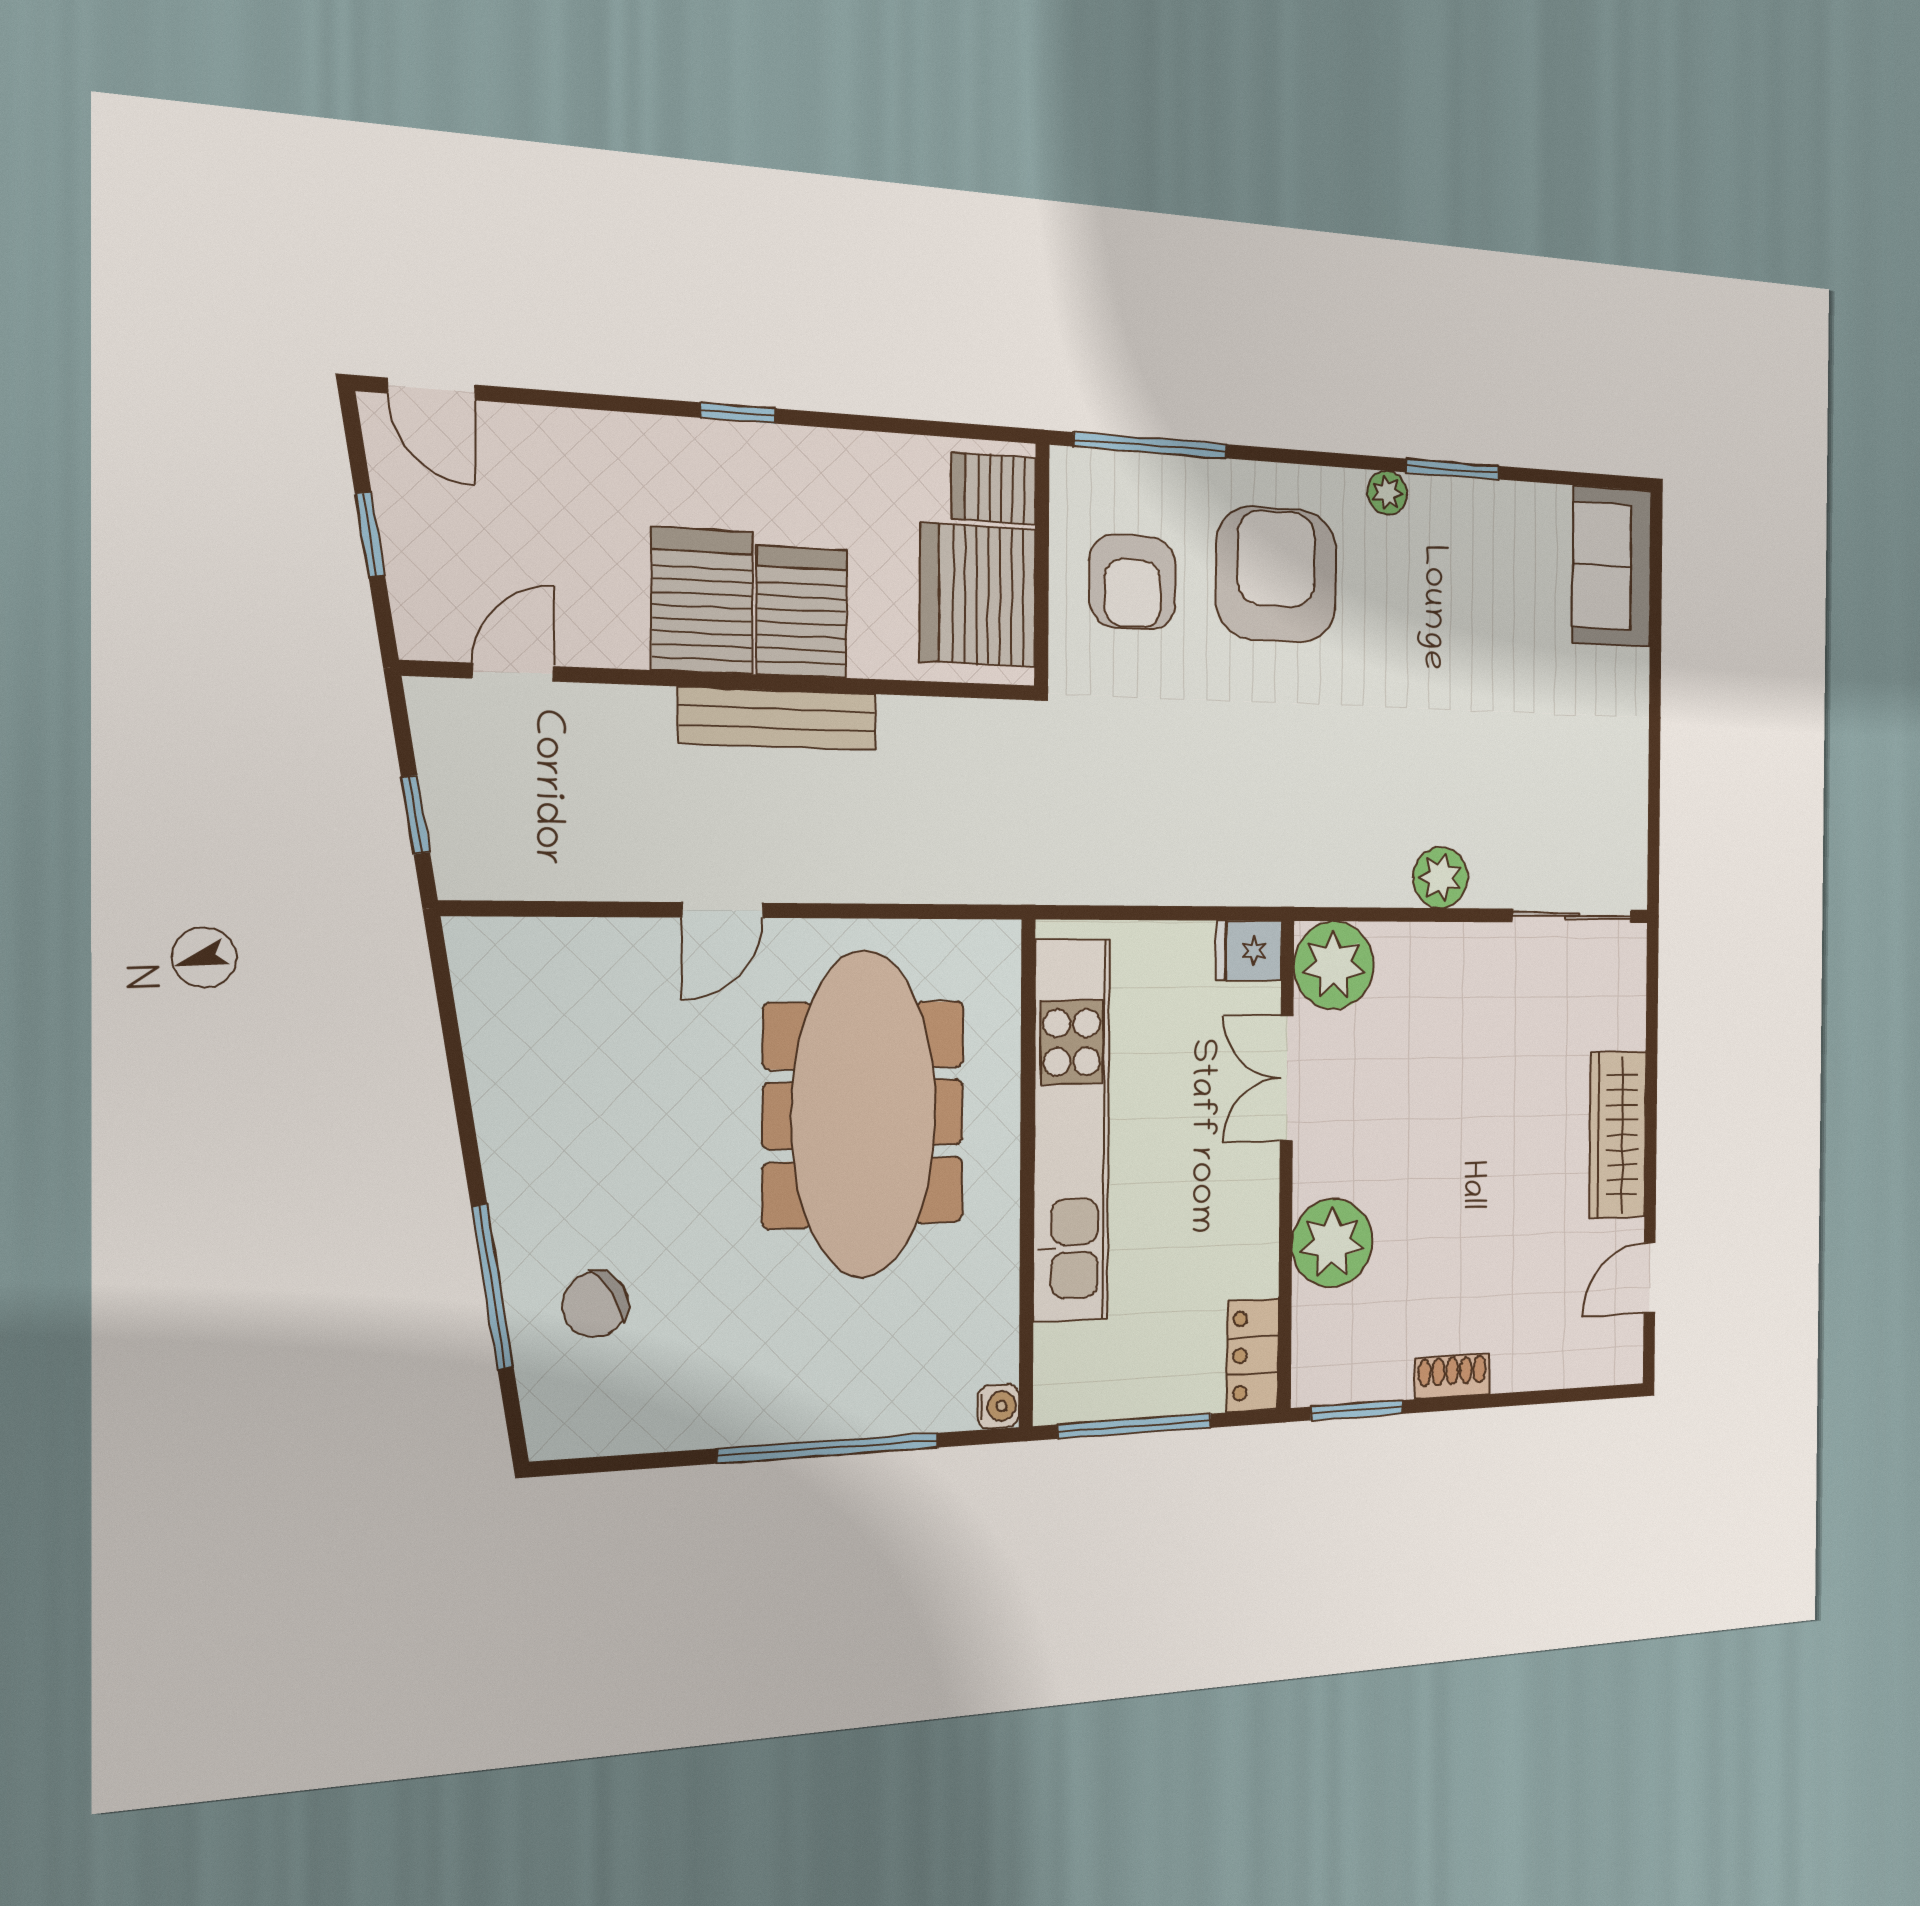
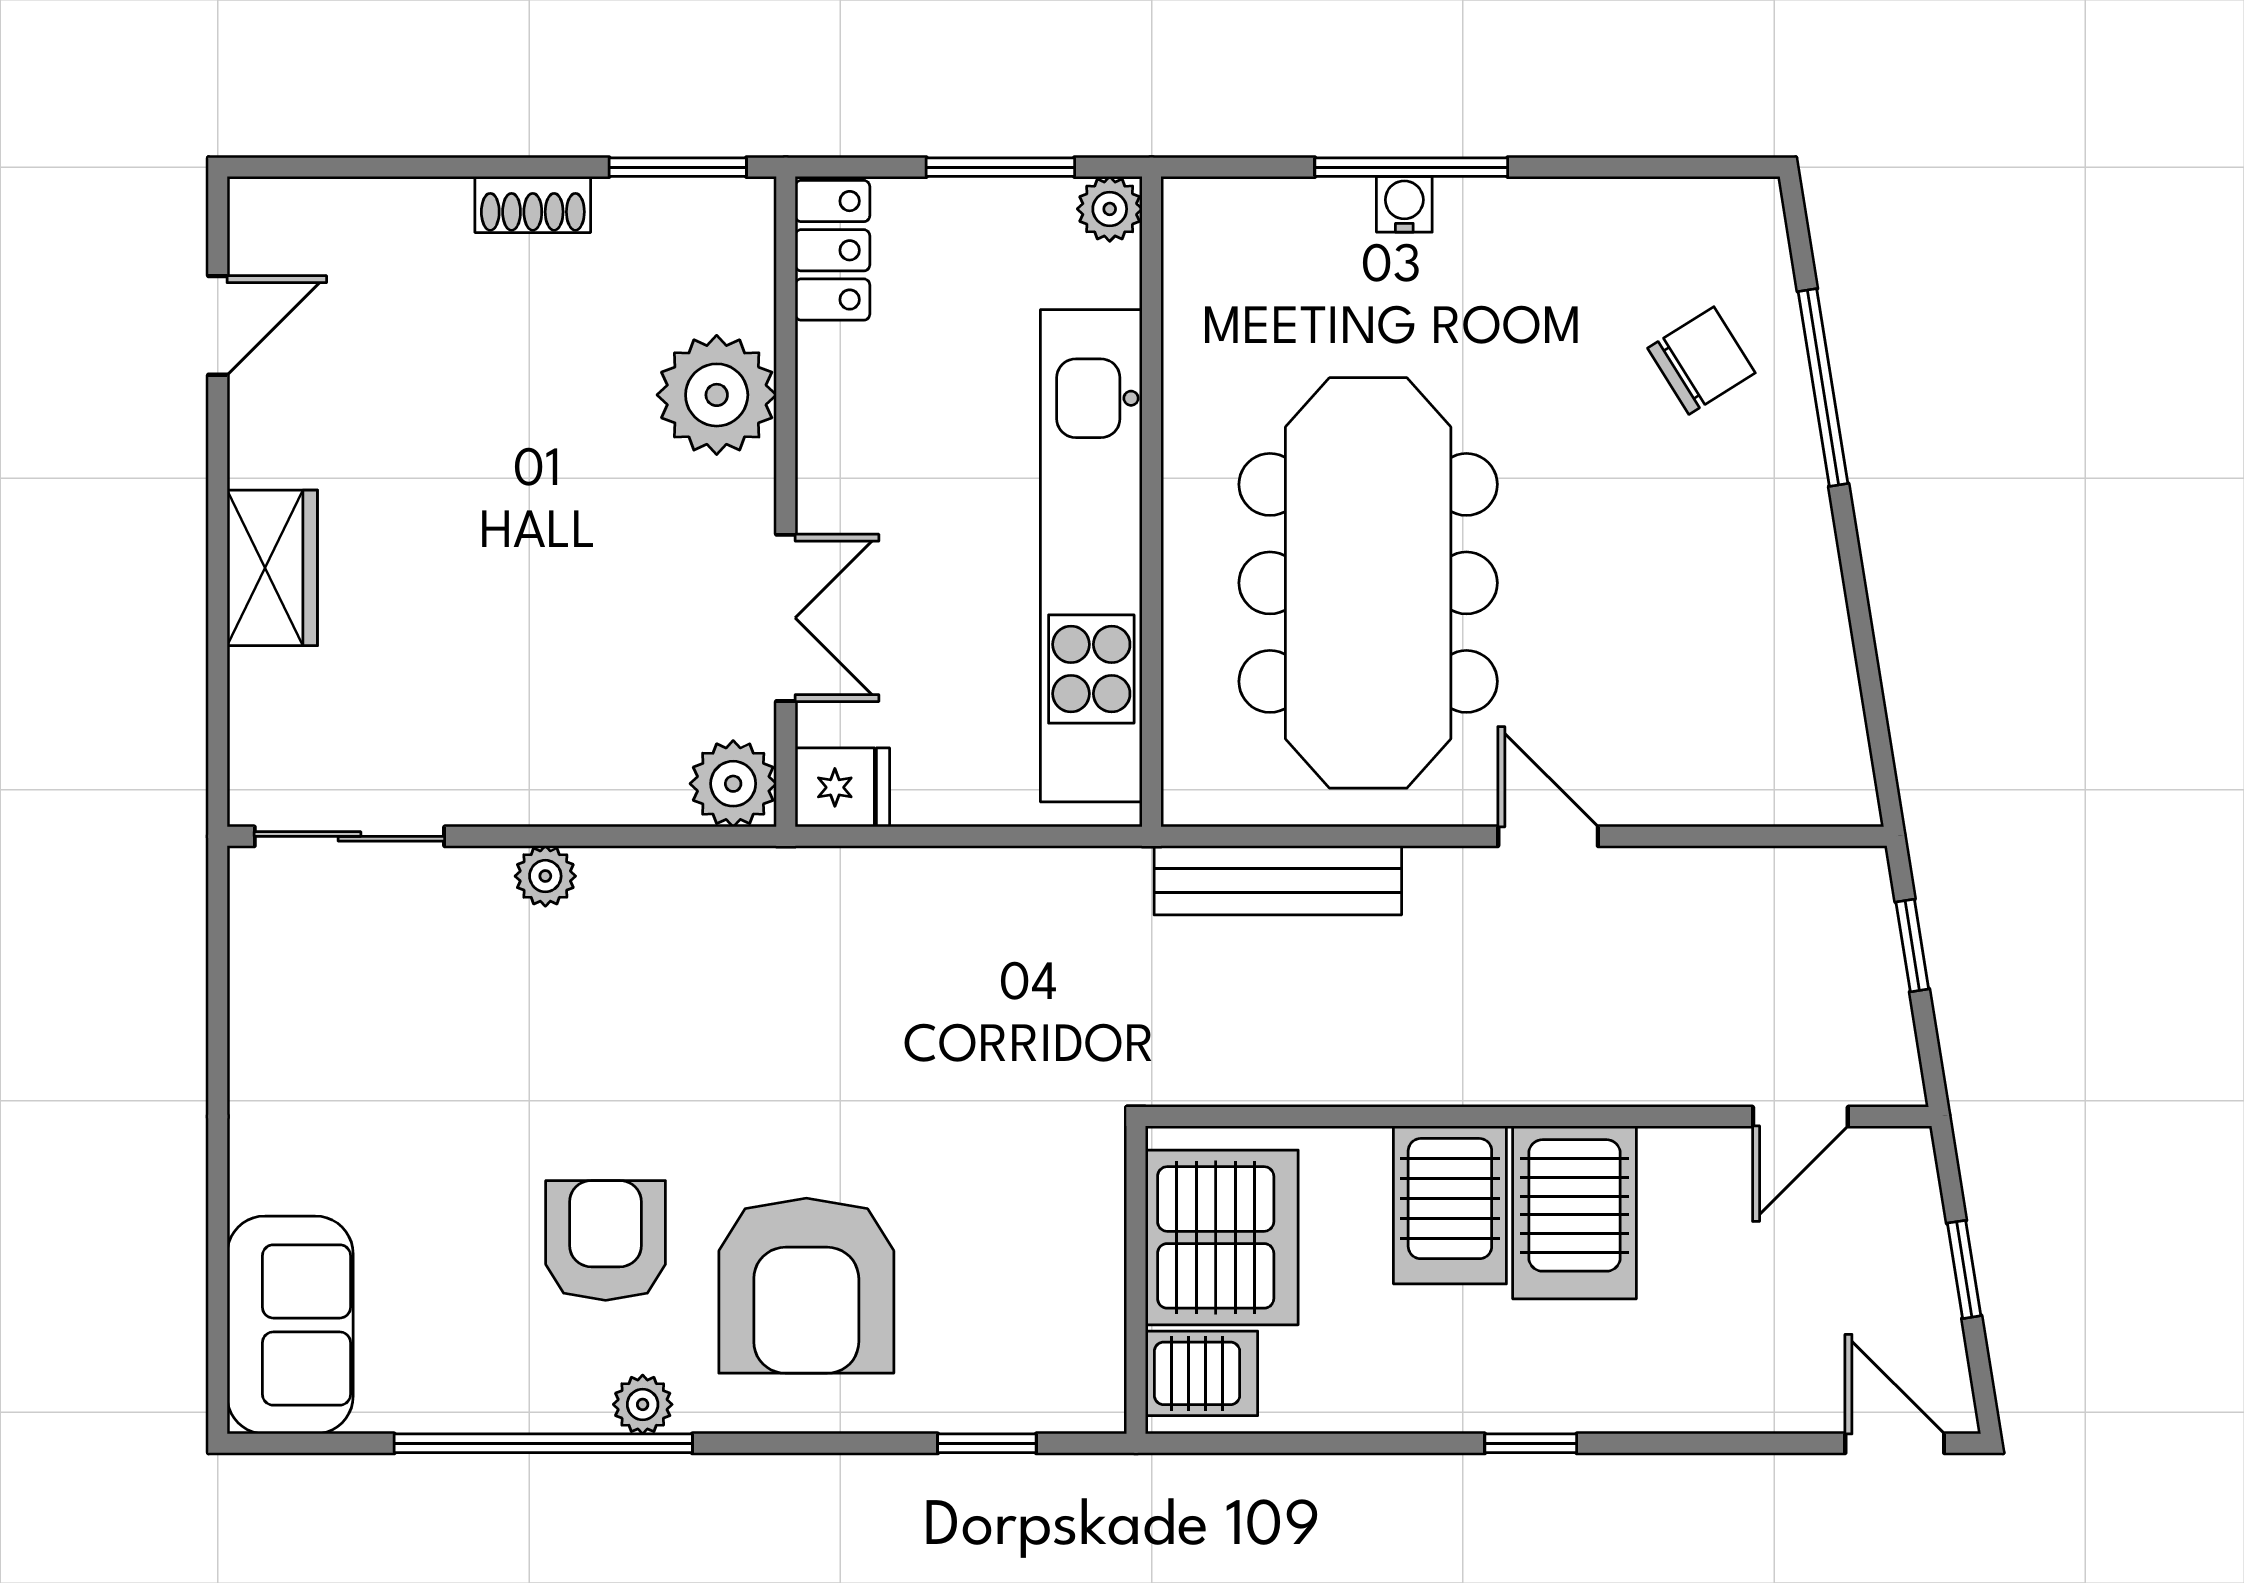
window: (1151, 445) -> (987, 1443), width x0.46
window: (1453, 469) -> (543, 1443), width x2.11
armchair: (1133, 582) -> (606, 1240), moved
bench: (778, 719) -> (1278, 880), moved
plant: (1441, 878) -> (545, 876), width x0.73, depth x0.73
door: (722, 910) -> (1548, 836), hinge flipped
plant: (1334, 965) -> (733, 784), width x0.73, depth x0.73
wardrobe: (1618, 1135) -> (272, 568), width x0.67
plant: (1057, 1399) -> (1110, 209), added
water cooler: (998, 1406) -> (1404, 204), moved, turned 90
window: (1135, 1426) -> (1000, 167), width x0.69
window: (829, 1448) -> (1411, 167), width x0.68

